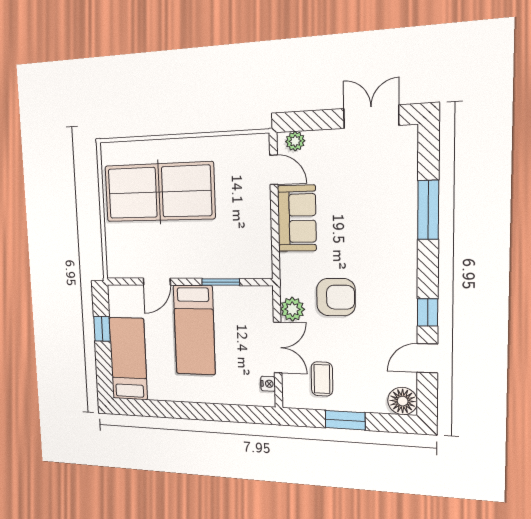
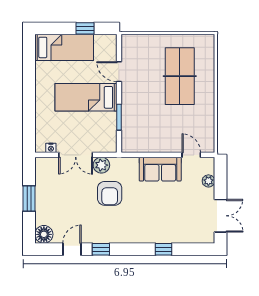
plant: (295, 141) -> (208, 181), moved
door: (274, 170) -> (191, 155), swing flipped
table tennis table: (159, 192) -> (180, 76), width x0.73, depth x0.76
window: (428, 210) -> (163, 249), width x0.46
door: (427, 358) -> (72, 249), hinge flipped
coffee table: (322, 379) -> (56, 184), removed

